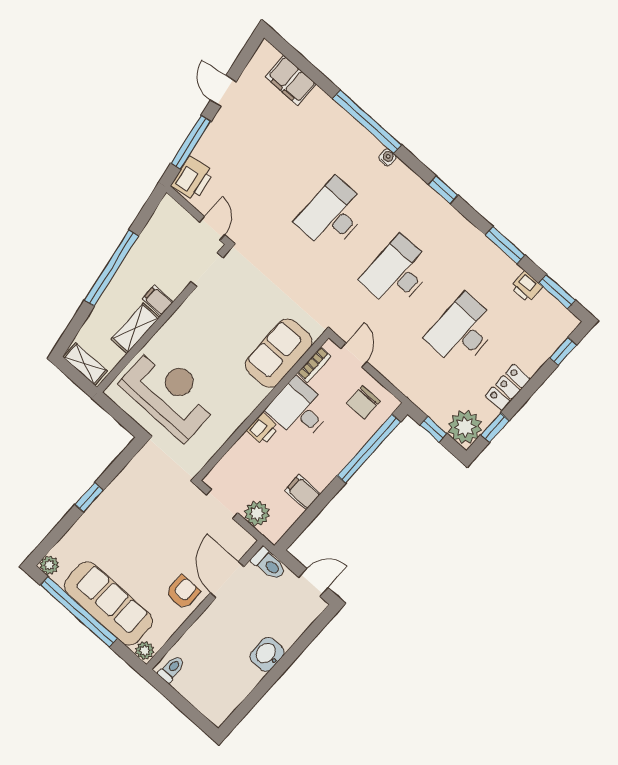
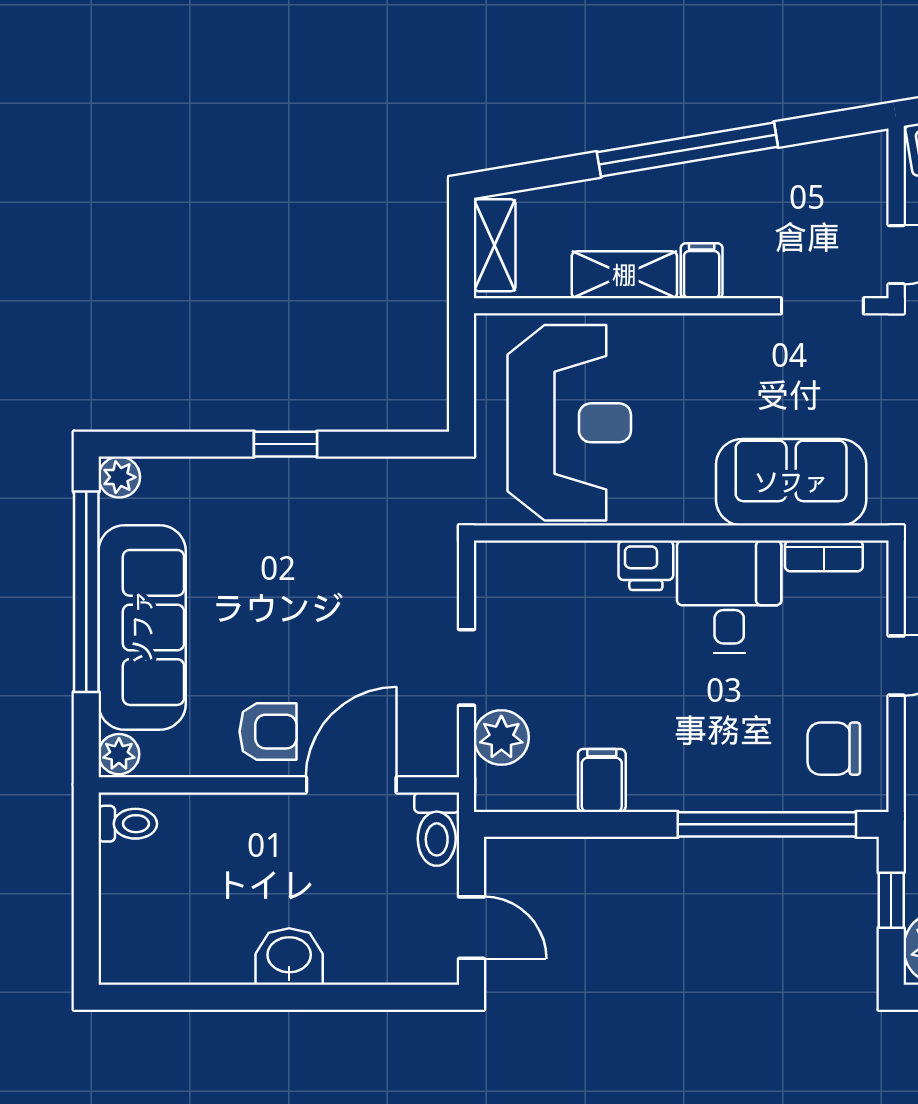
sofa: (279, 353) -> (791, 482), moved
bookcase: (314, 365) -> (824, 556), moved
wall: (262, 407) -> (681, 533), moved
desk: (299, 410) -> (729, 596), moved
printer: (263, 429) -> (646, 565), moved

